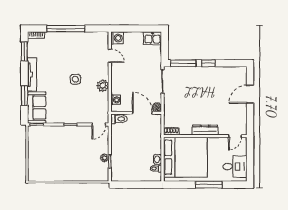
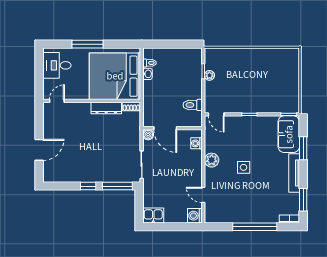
toilet: (119, 119) -> (193, 105), moved
door: (99, 124) -> (216, 114), swing flipped
dresser: (205, 130) -> (106, 108), moved

